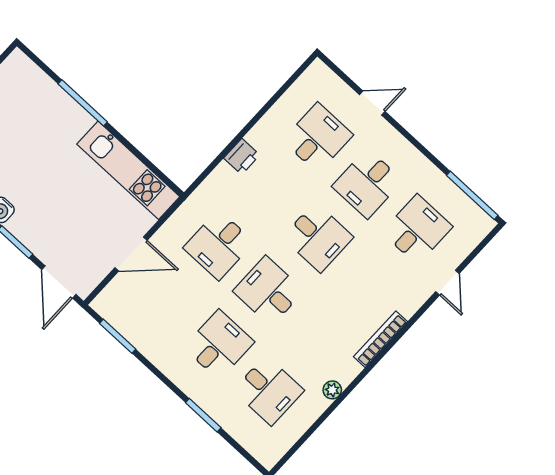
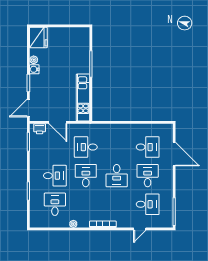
door: (372, 103) -> (174, 154), width x1.88
printer: (242, 156) -> (40, 129), moved
desk: (367, 184) -> (148, 176), turned 90
desk: (269, 390) -> (55, 204), turned 180

